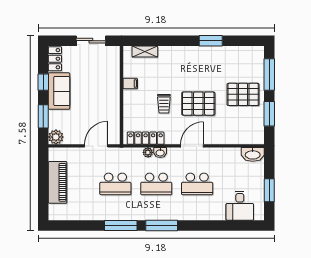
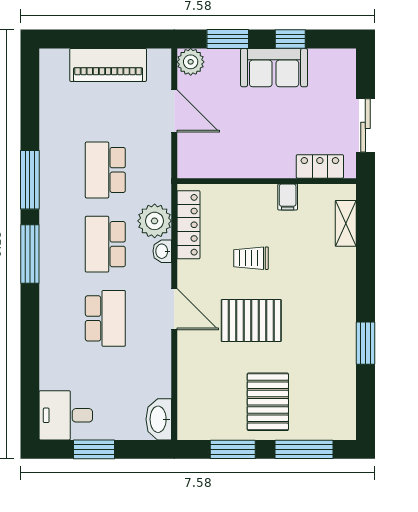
locker: (55, 59) -> (320, 166), moved, turned 180
pallet: (198, 104) -> (251, 321), turned 90
door: (96, 146) -> (174, 111), moved
plant: (148, 152) -> (155, 221), width x1.87, depth x1.87
school desk: (197, 184) -> (105, 318), turned 180
desk: (240, 206) -> (66, 415), moved

